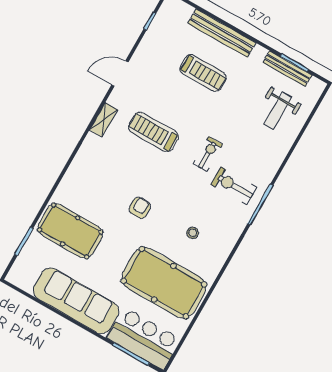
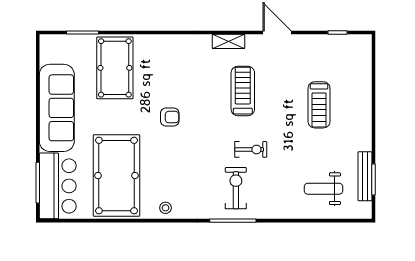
bench: (222, 33) -> (363, 101), removed
stool: (193, 233) -> (166, 208), moved

